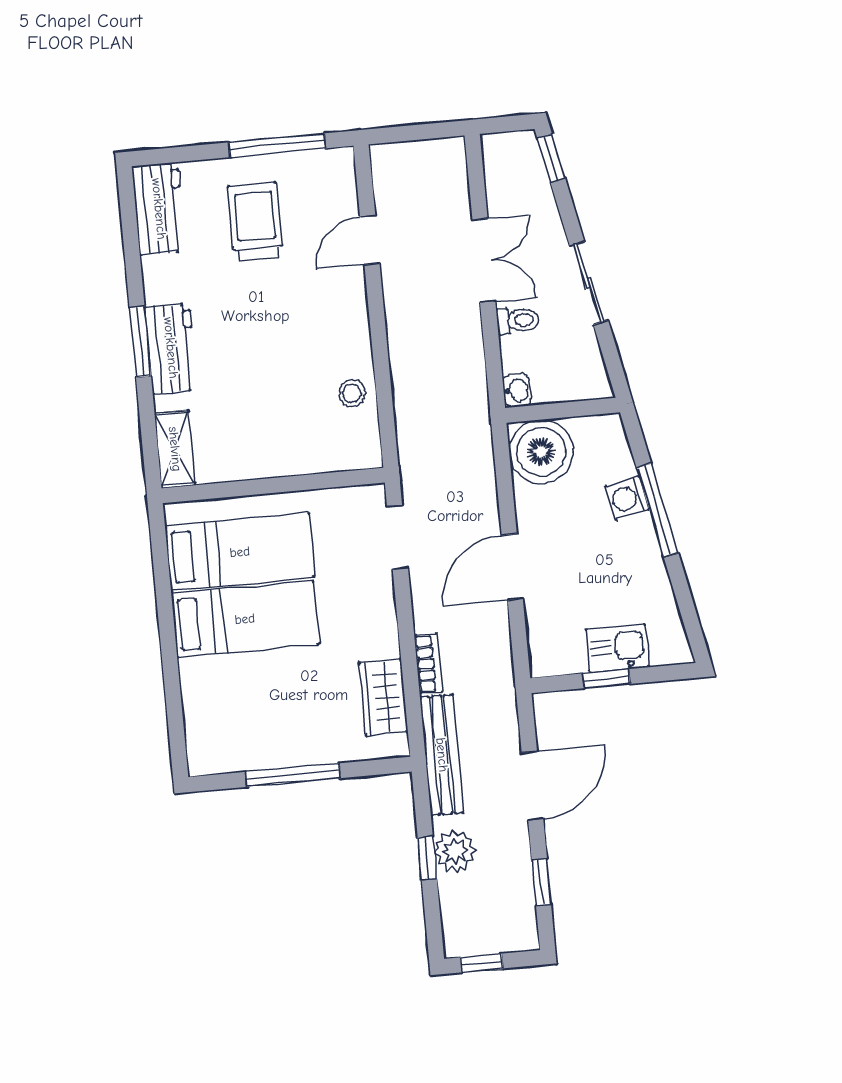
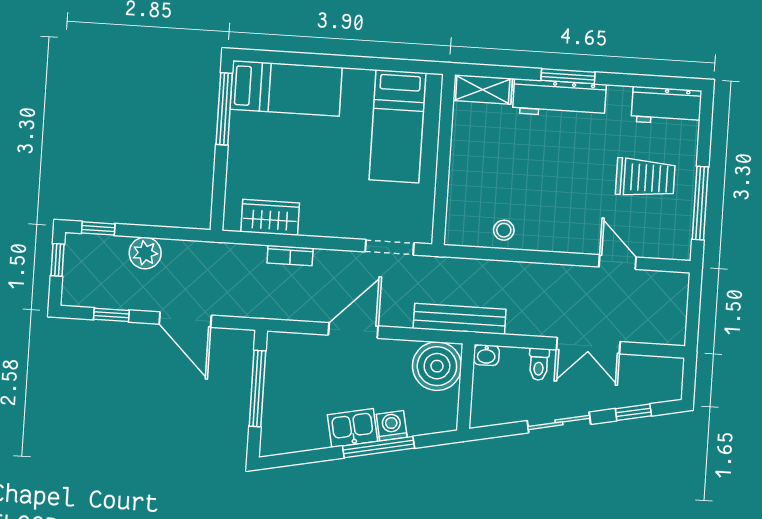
window: (551, 158) -> (633, 412), moved
workbench: (171, 348) -> (559, 99), width x1.38
door: (512, 567) -> (353, 330), hinge flipped
bed: (245, 619) -> (286, 88), moved, turned -90
kitchen sink: (617, 648) -> (353, 428), moved, turned -101
window: (607, 679) -> (257, 388), width x2.17
bench: (442, 755) -> (460, 319), moved
window: (293, 775) -> (224, 109), moved
window: (427, 858) -> (98, 228), moved

